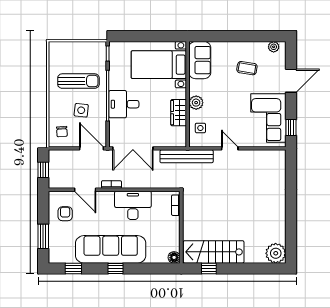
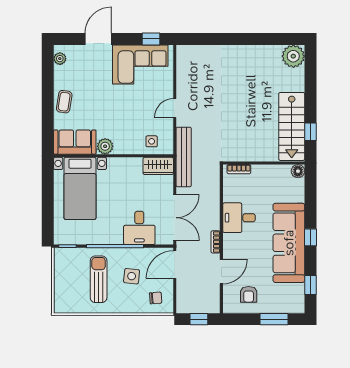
coffee table: (247, 68) -> (64, 102), moved
door: (291, 81) -> (98, 39), hinge flipped
plant: (196, 103) -> (105, 146), moved
desk: (124, 104) -> (139, 228), moved
wardrobe: (179, 113) -> (158, 166), moved
desk: (133, 205) -> (239, 218), width x0.73
armchair: (65, 214) -> (249, 294), turned -90

